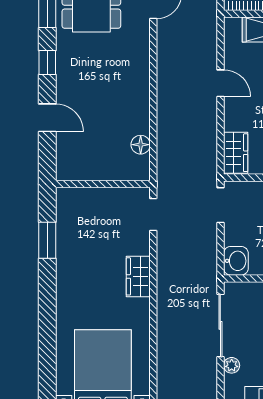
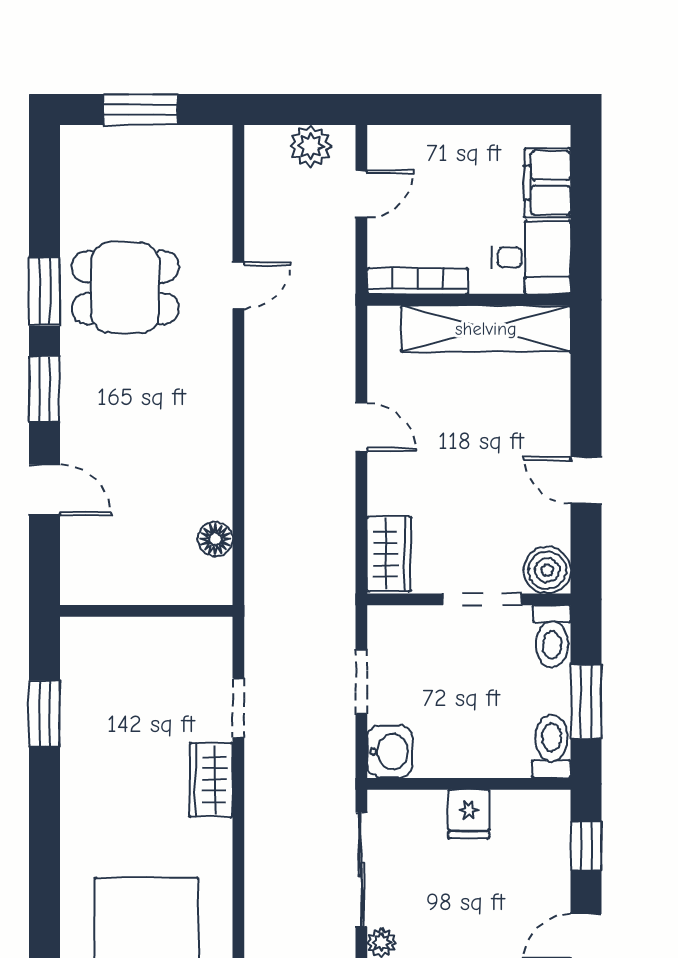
window: (47, 63) -> (44, 389), width x1.50
doorway: (220, 205) -> (361, 682), moved
doorway: (153, 215) -> (238, 708), moved

